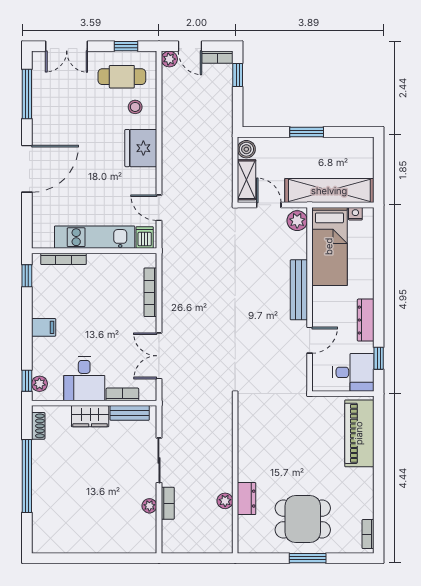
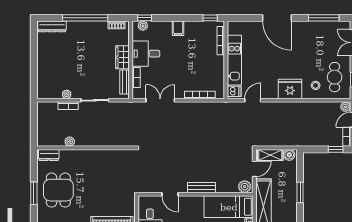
bench: (299, 290) -> (201, 188), width x0.73
dresser: (247, 499) -> (49, 155), moved
dresser: (40, 529) -> (52, 26), added

